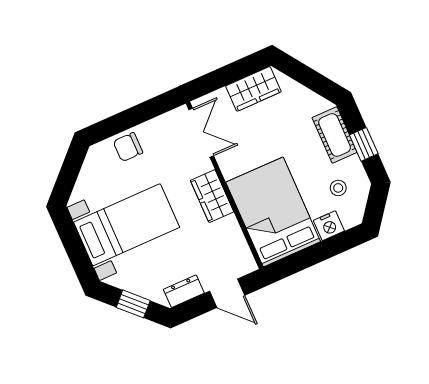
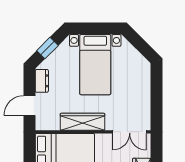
chair: (128, 147) -> (140, 85), removed
wardrobe: (212, 196) -> (82, 122), width x1.50

